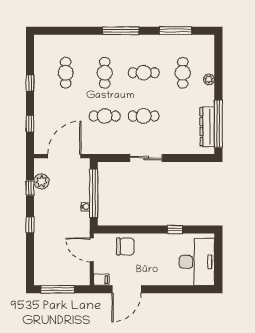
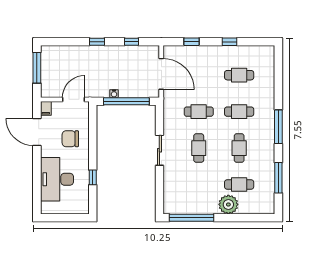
plant: (209, 79) -> (228, 204), width x1.87, depth x1.87
cafe table: (105, 116) -> (199, 112), turned 90
dresser: (207, 127) -> (189, 207), removed
plant: (41, 181) -> (138, 53), removed
chair: (125, 246) -> (70, 139), moved, turned 90
desk: (197, 262) -> (57, 179), moved, turned 90

